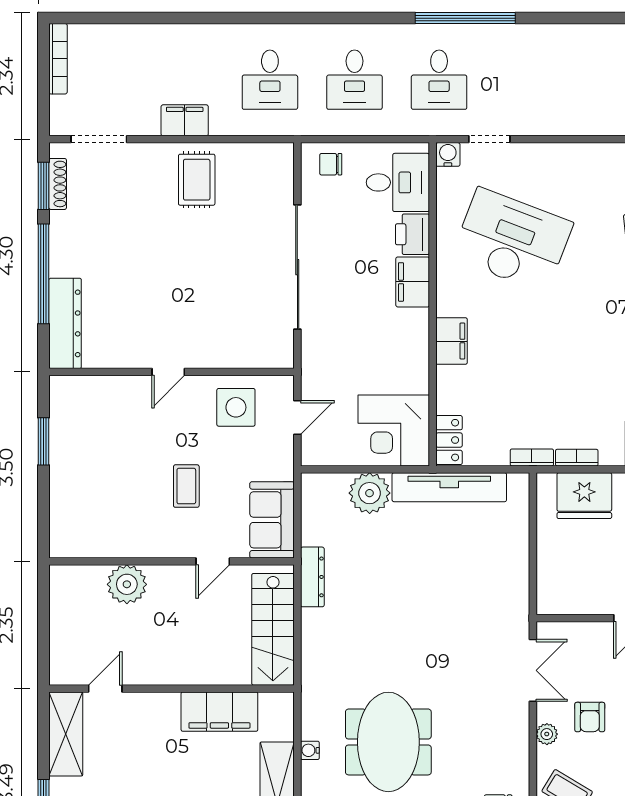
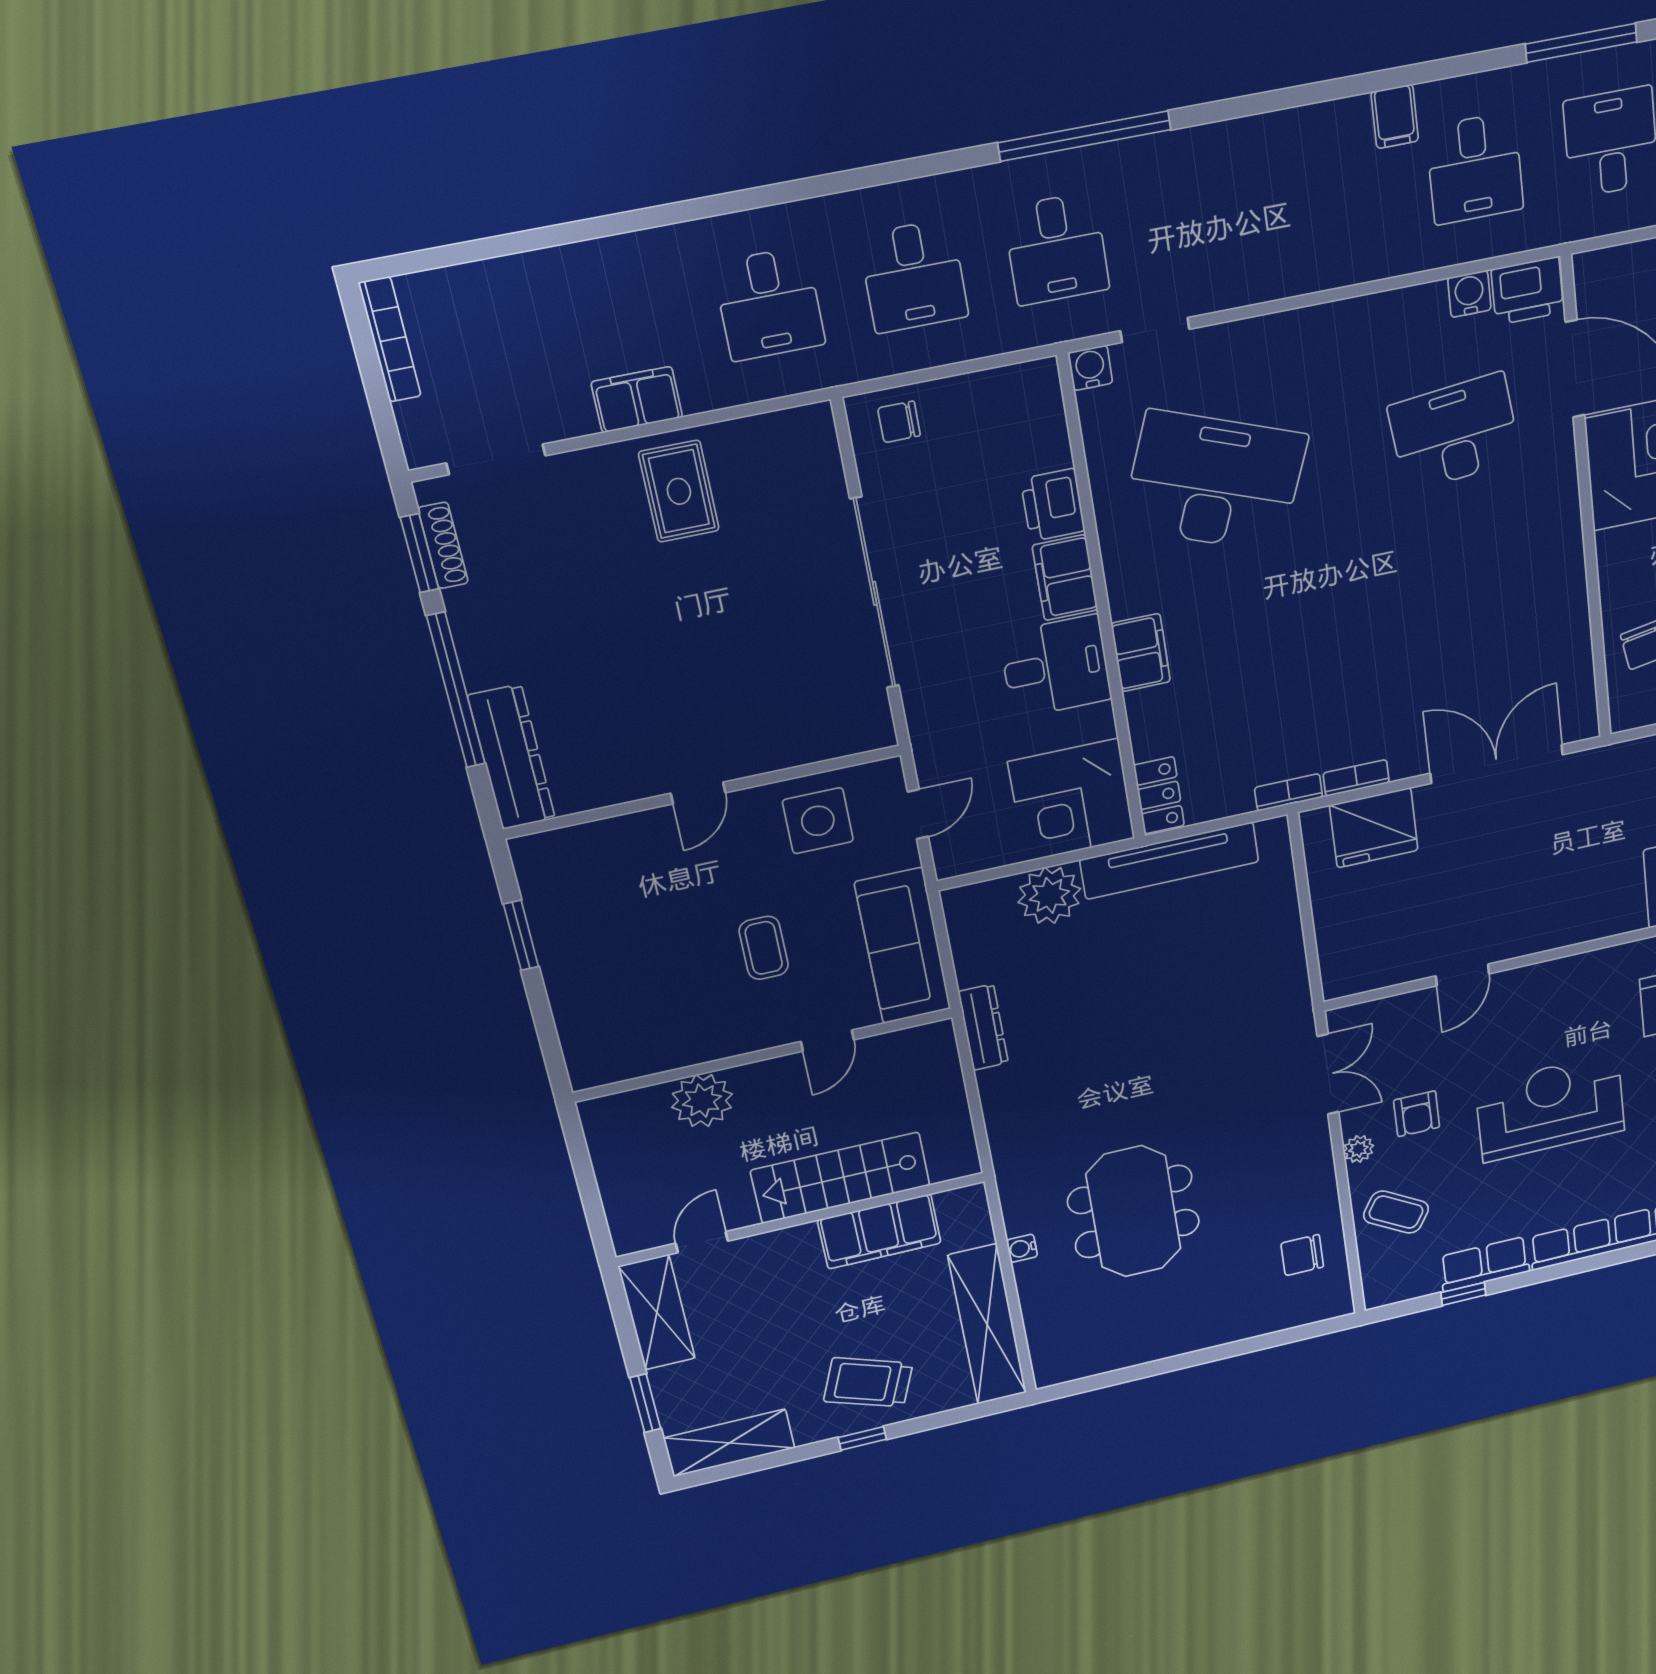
desk: (398, 182) -> (1056, 667), moved
sofa: (272, 520) -> (903, 946), width x1.36
stairs: (273, 629) -> (840, 1178), moved, turned 90

